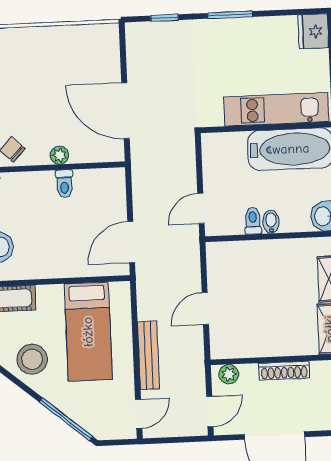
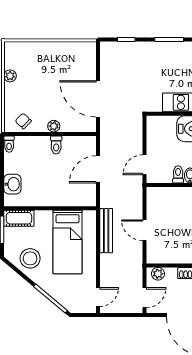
door: (131, 242) -> (98, 169), moved
door: (205, 309) -> (145, 230), hinge flipped
bench: (149, 355) -> (106, 231), moved

